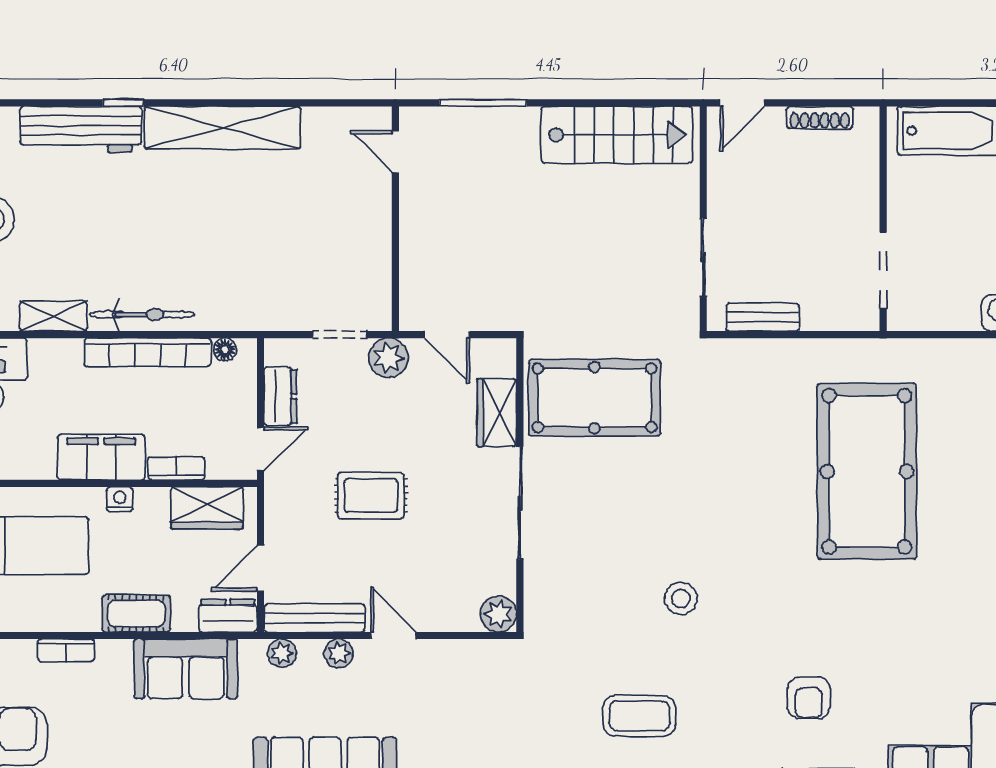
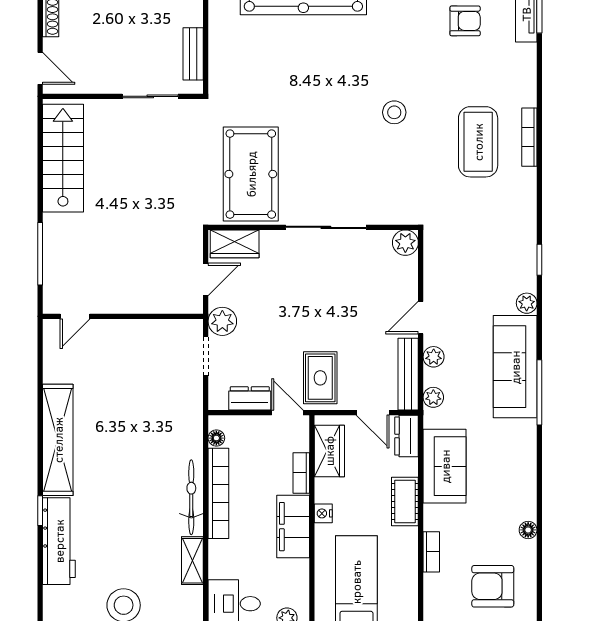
wardrobe: (497, 413) -> (235, 244), moved
rug: (371, 496) -> (320, 378), moved
coffee table: (639, 716) -> (478, 142), width x1.36, depth x1.32

